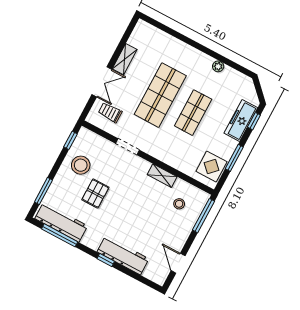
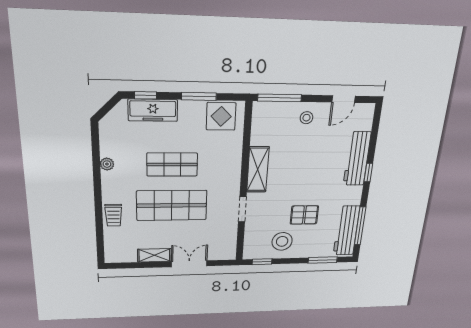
trolley: (110, 112) -> (113, 215), moved
shelving: (162, 176) -> (258, 170), width x1.50, depth x1.33
stool: (179, 204) -> (306, 118), moved

